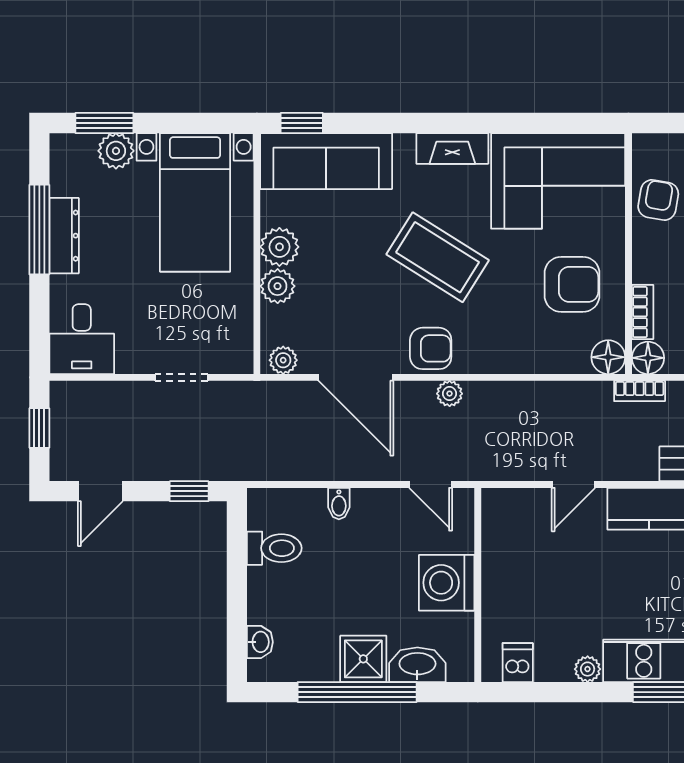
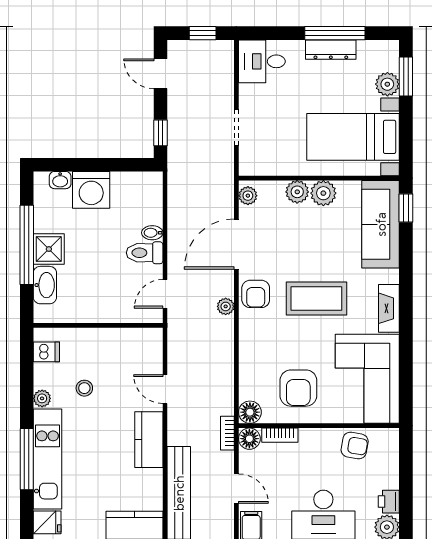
coffee table: (438, 257) -> (316, 299), turned 58
toilet: (274, 548) -> (145, 253), moved, turned 90
washing machine: (447, 583) -> (91, 190), moved, turned 180
stool: (572, 606) -> (84, 388), added

